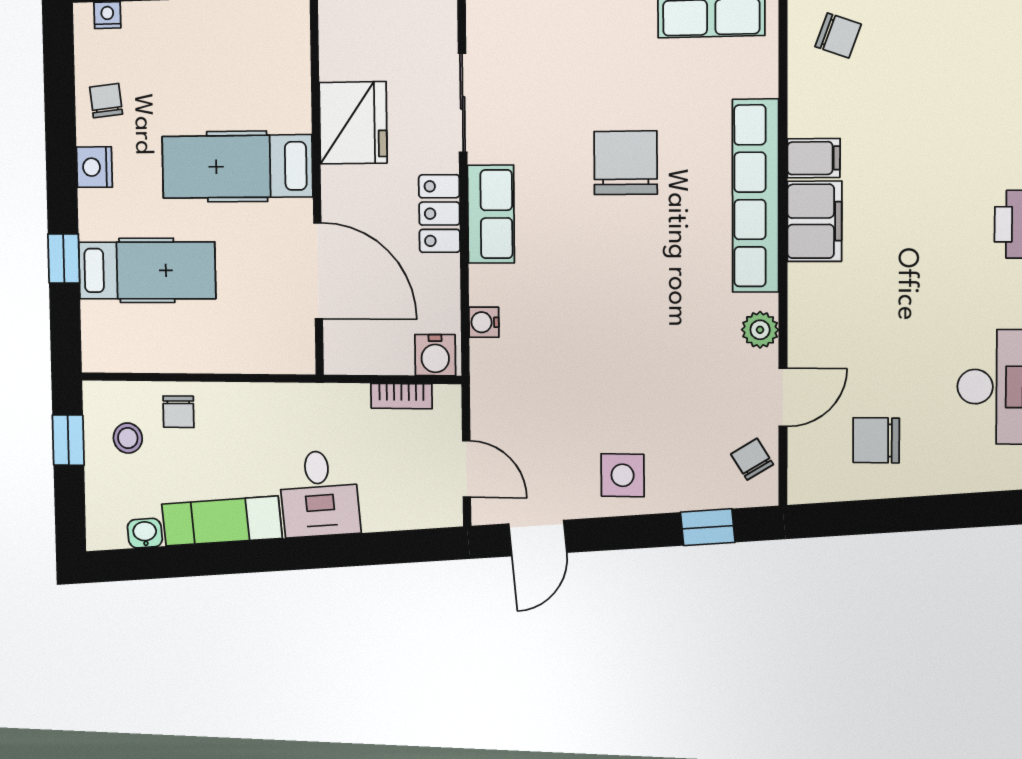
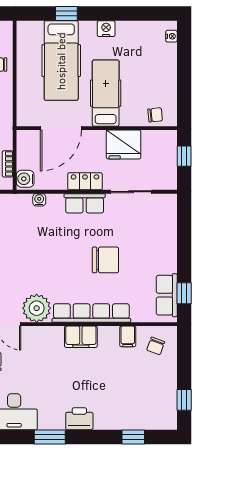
chair: (106, 101) -> (155, 115), moved
filing cabinet: (814, 158) -> (128, 336), moved
hospital bed: (147, 270) -> (61, 61), width x1.37, depth x1.29
plant: (760, 330) -> (37, 308), width x1.87, depth x1.87

